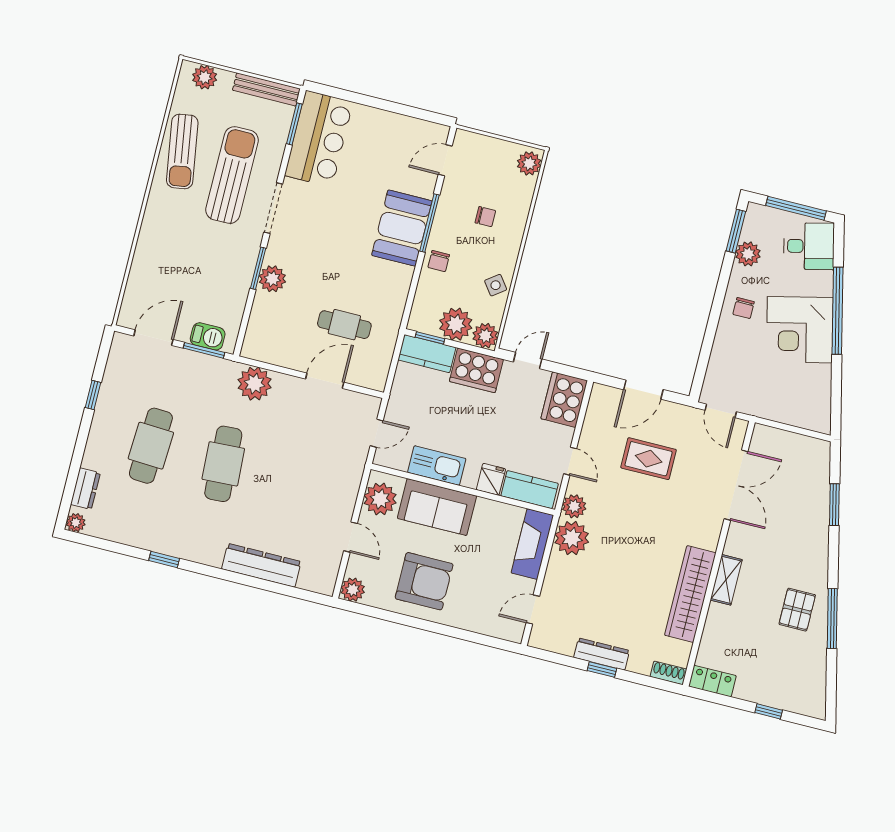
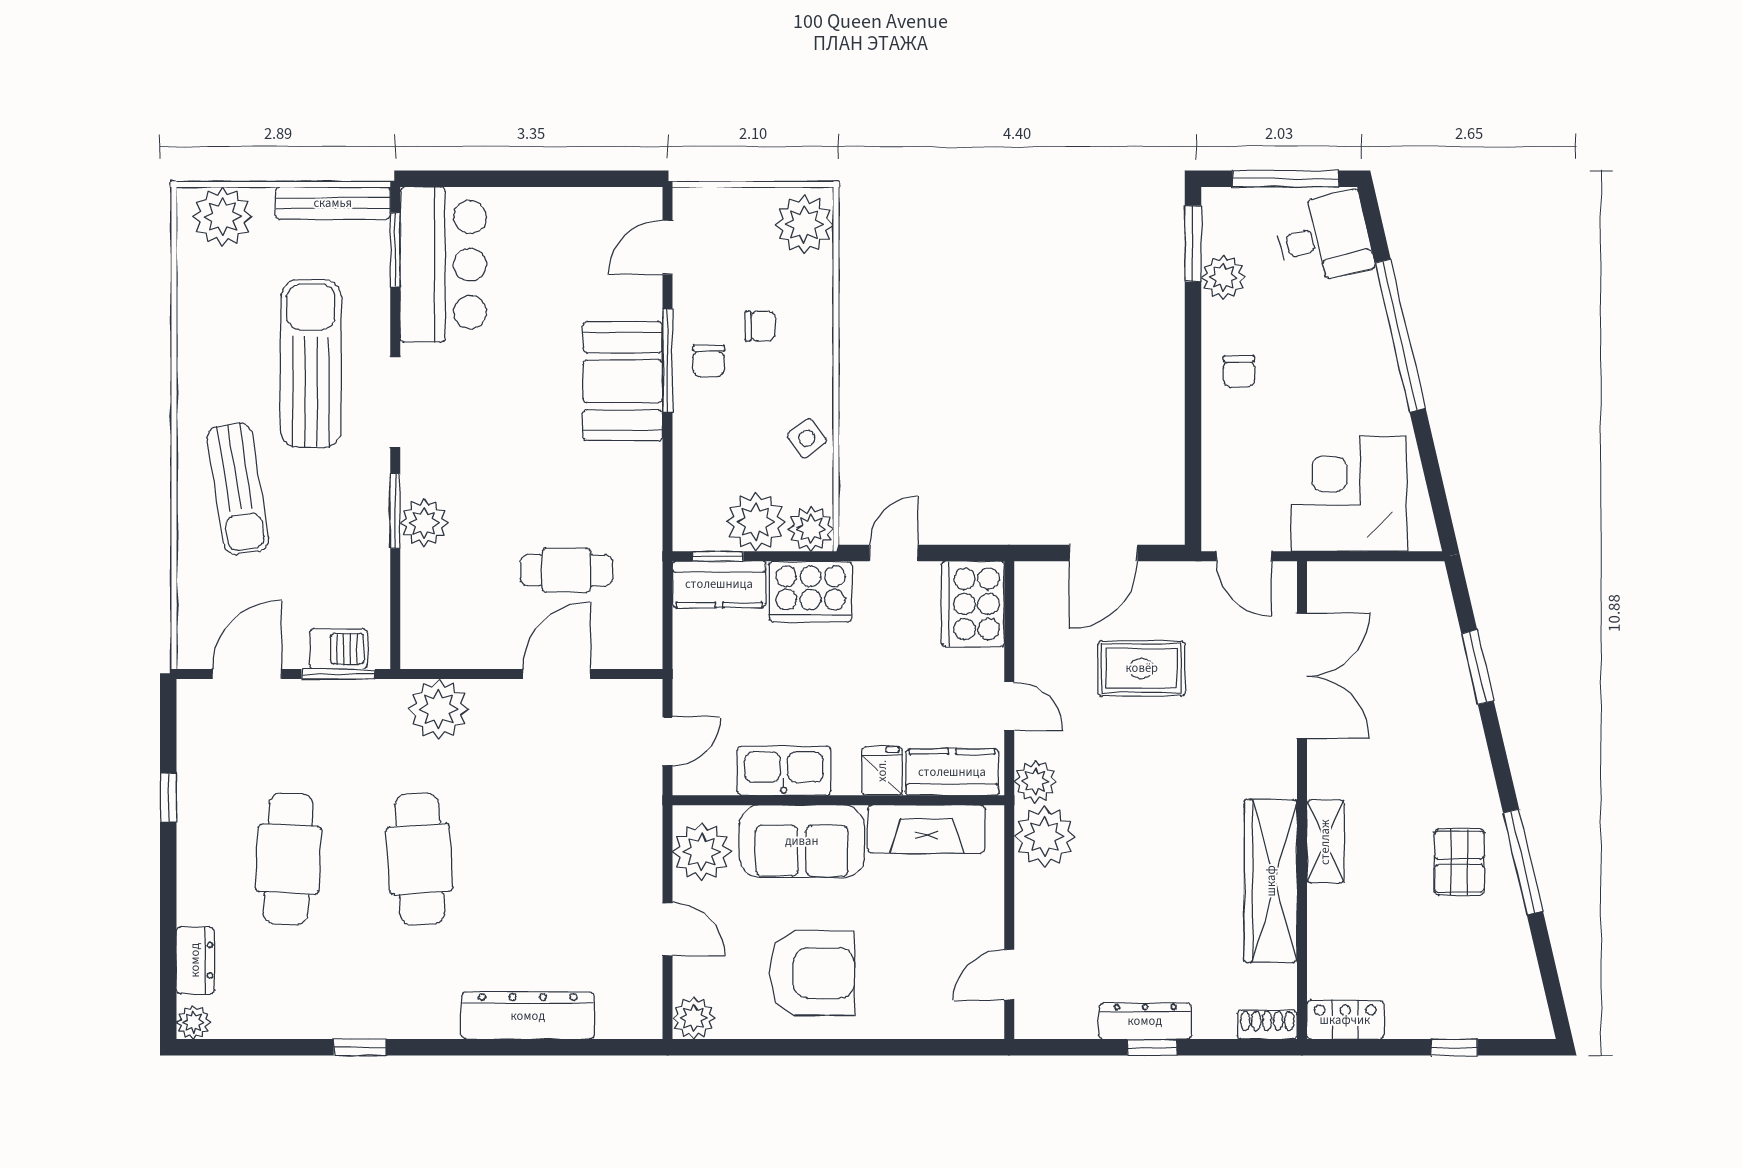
plant: (205, 77) -> (222, 217), width x1.36, depth x1.36
sun lounger: (182, 151) -> (238, 489), moved
plant: (529, 163) -> (804, 224), width x1.36, depth x1.36
chair: (439, 261) -> (709, 361), moved
corner desk: (800, 330) -> (1349, 494), moved, turned 103
fireplace: (532, 544) -> (926, 829), moved, turned -90

